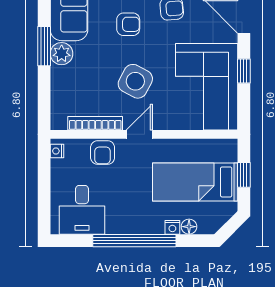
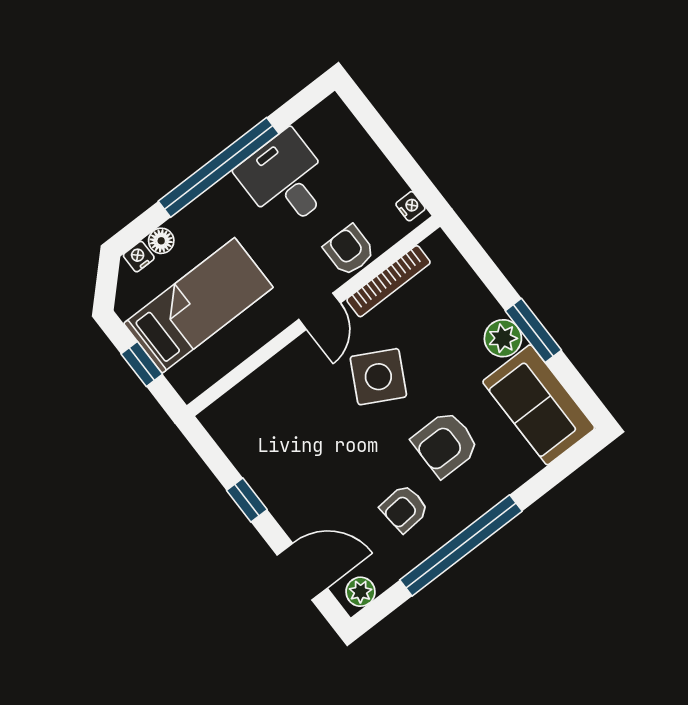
armchair: (128, 24) -> (445, 444), width x1.38, depth x1.38
corner sofa: (207, 87) -> (279, 442), removed
desk: (82, 210) -> (286, 180), moved
nightstand: (172, 227) -> (139, 257), moved

